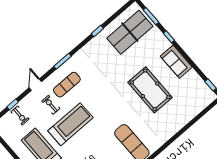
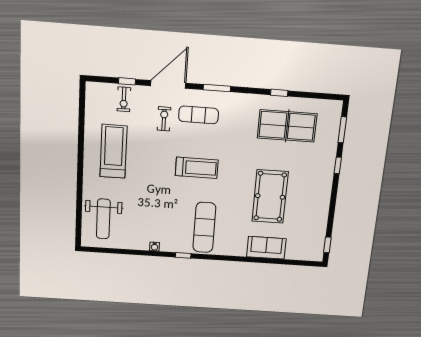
table tennis table: (130, 32) -> (287, 126), moved
sofa: (176, 62) -> (266, 248), moved, turned 90
door: (35, 85) -> (168, 84), width x1.88
treadmill: (70, 124) -> (197, 168), moved, width x0.73, depth x0.73

